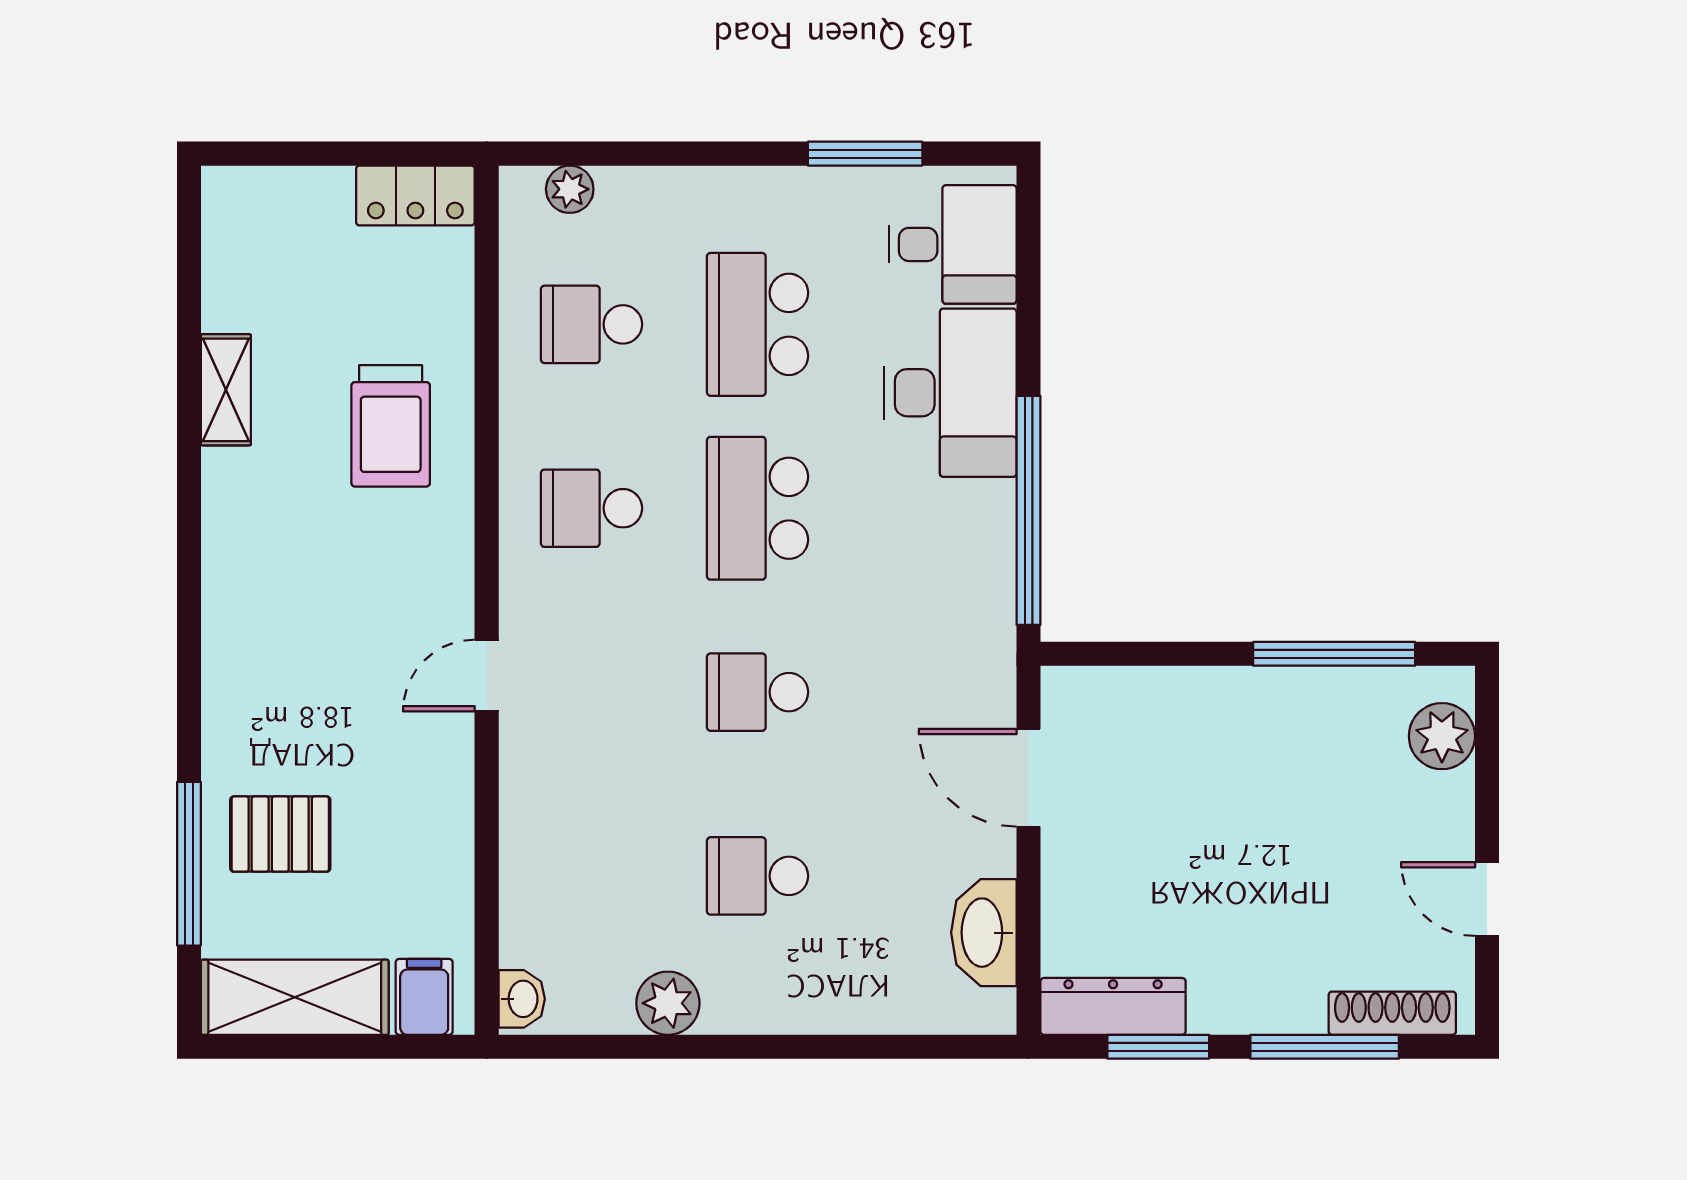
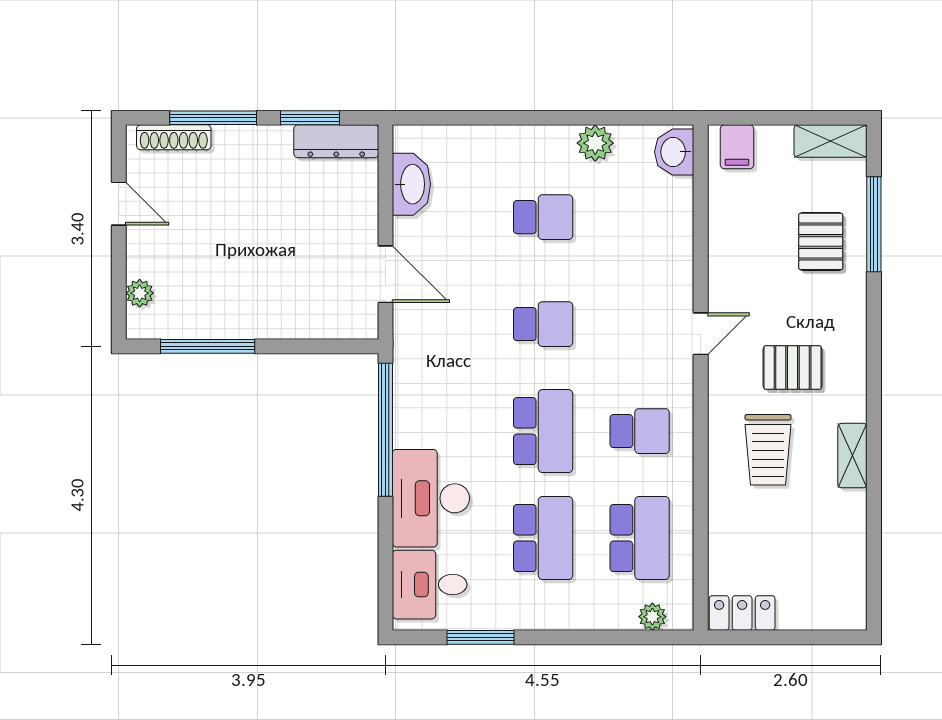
school desk: (592, 324) -> (640, 538), width x1.85
shelving: (226, 390) -> (852, 456), moved
trolley: (391, 426) -> (768, 450), moved, turned 180
pallet: (329, 617) -> (793, 368), added
plant: (1442, 736) -> (140, 293), width x0.73, depth x0.73
pallet: (280, 834) -> (821, 241), turned 90
shelving: (295, 997) -> (831, 141), width x0.67, depth x0.75
washbasin: (522, 999) -> (674, 152), width x1.38, depth x1.45

